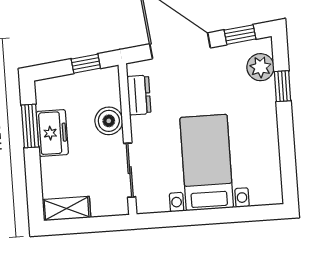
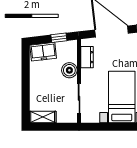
window: (30, 126) -> (26, 70), removed
freezer: (52, 133) -> (43, 52), moved, turned 83

